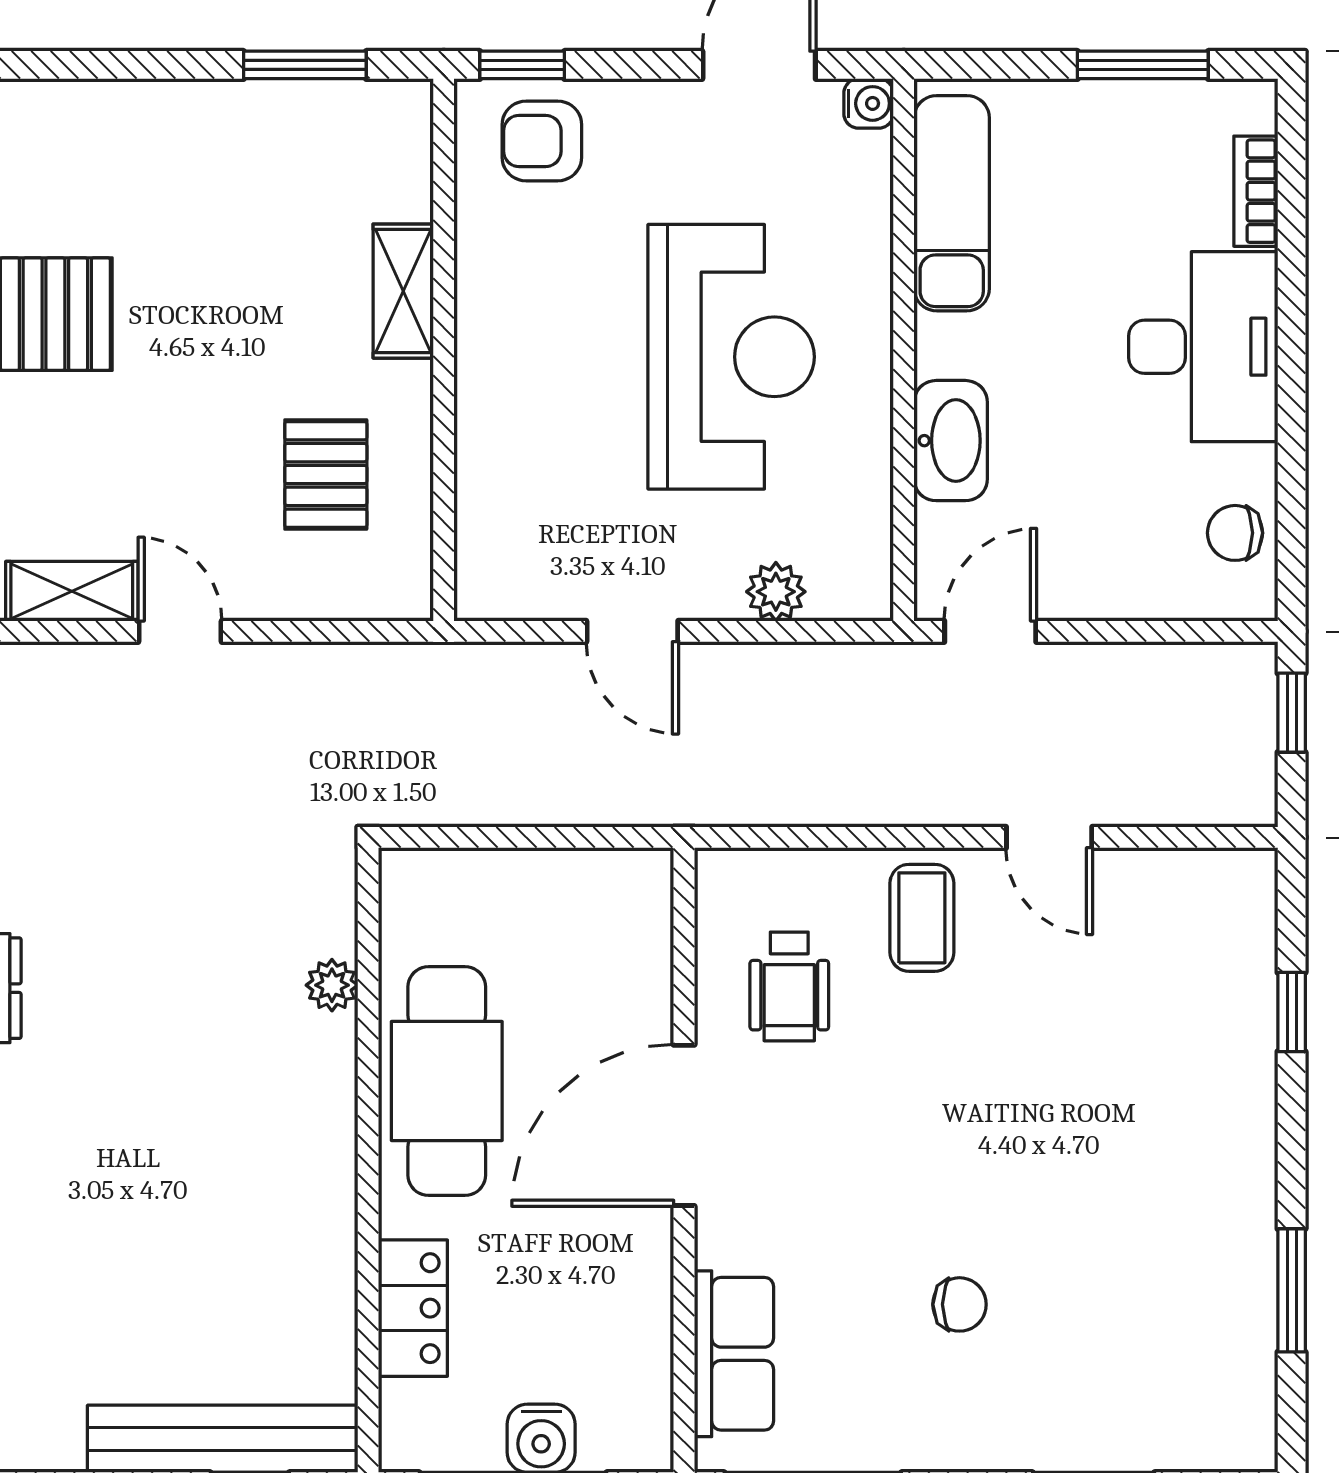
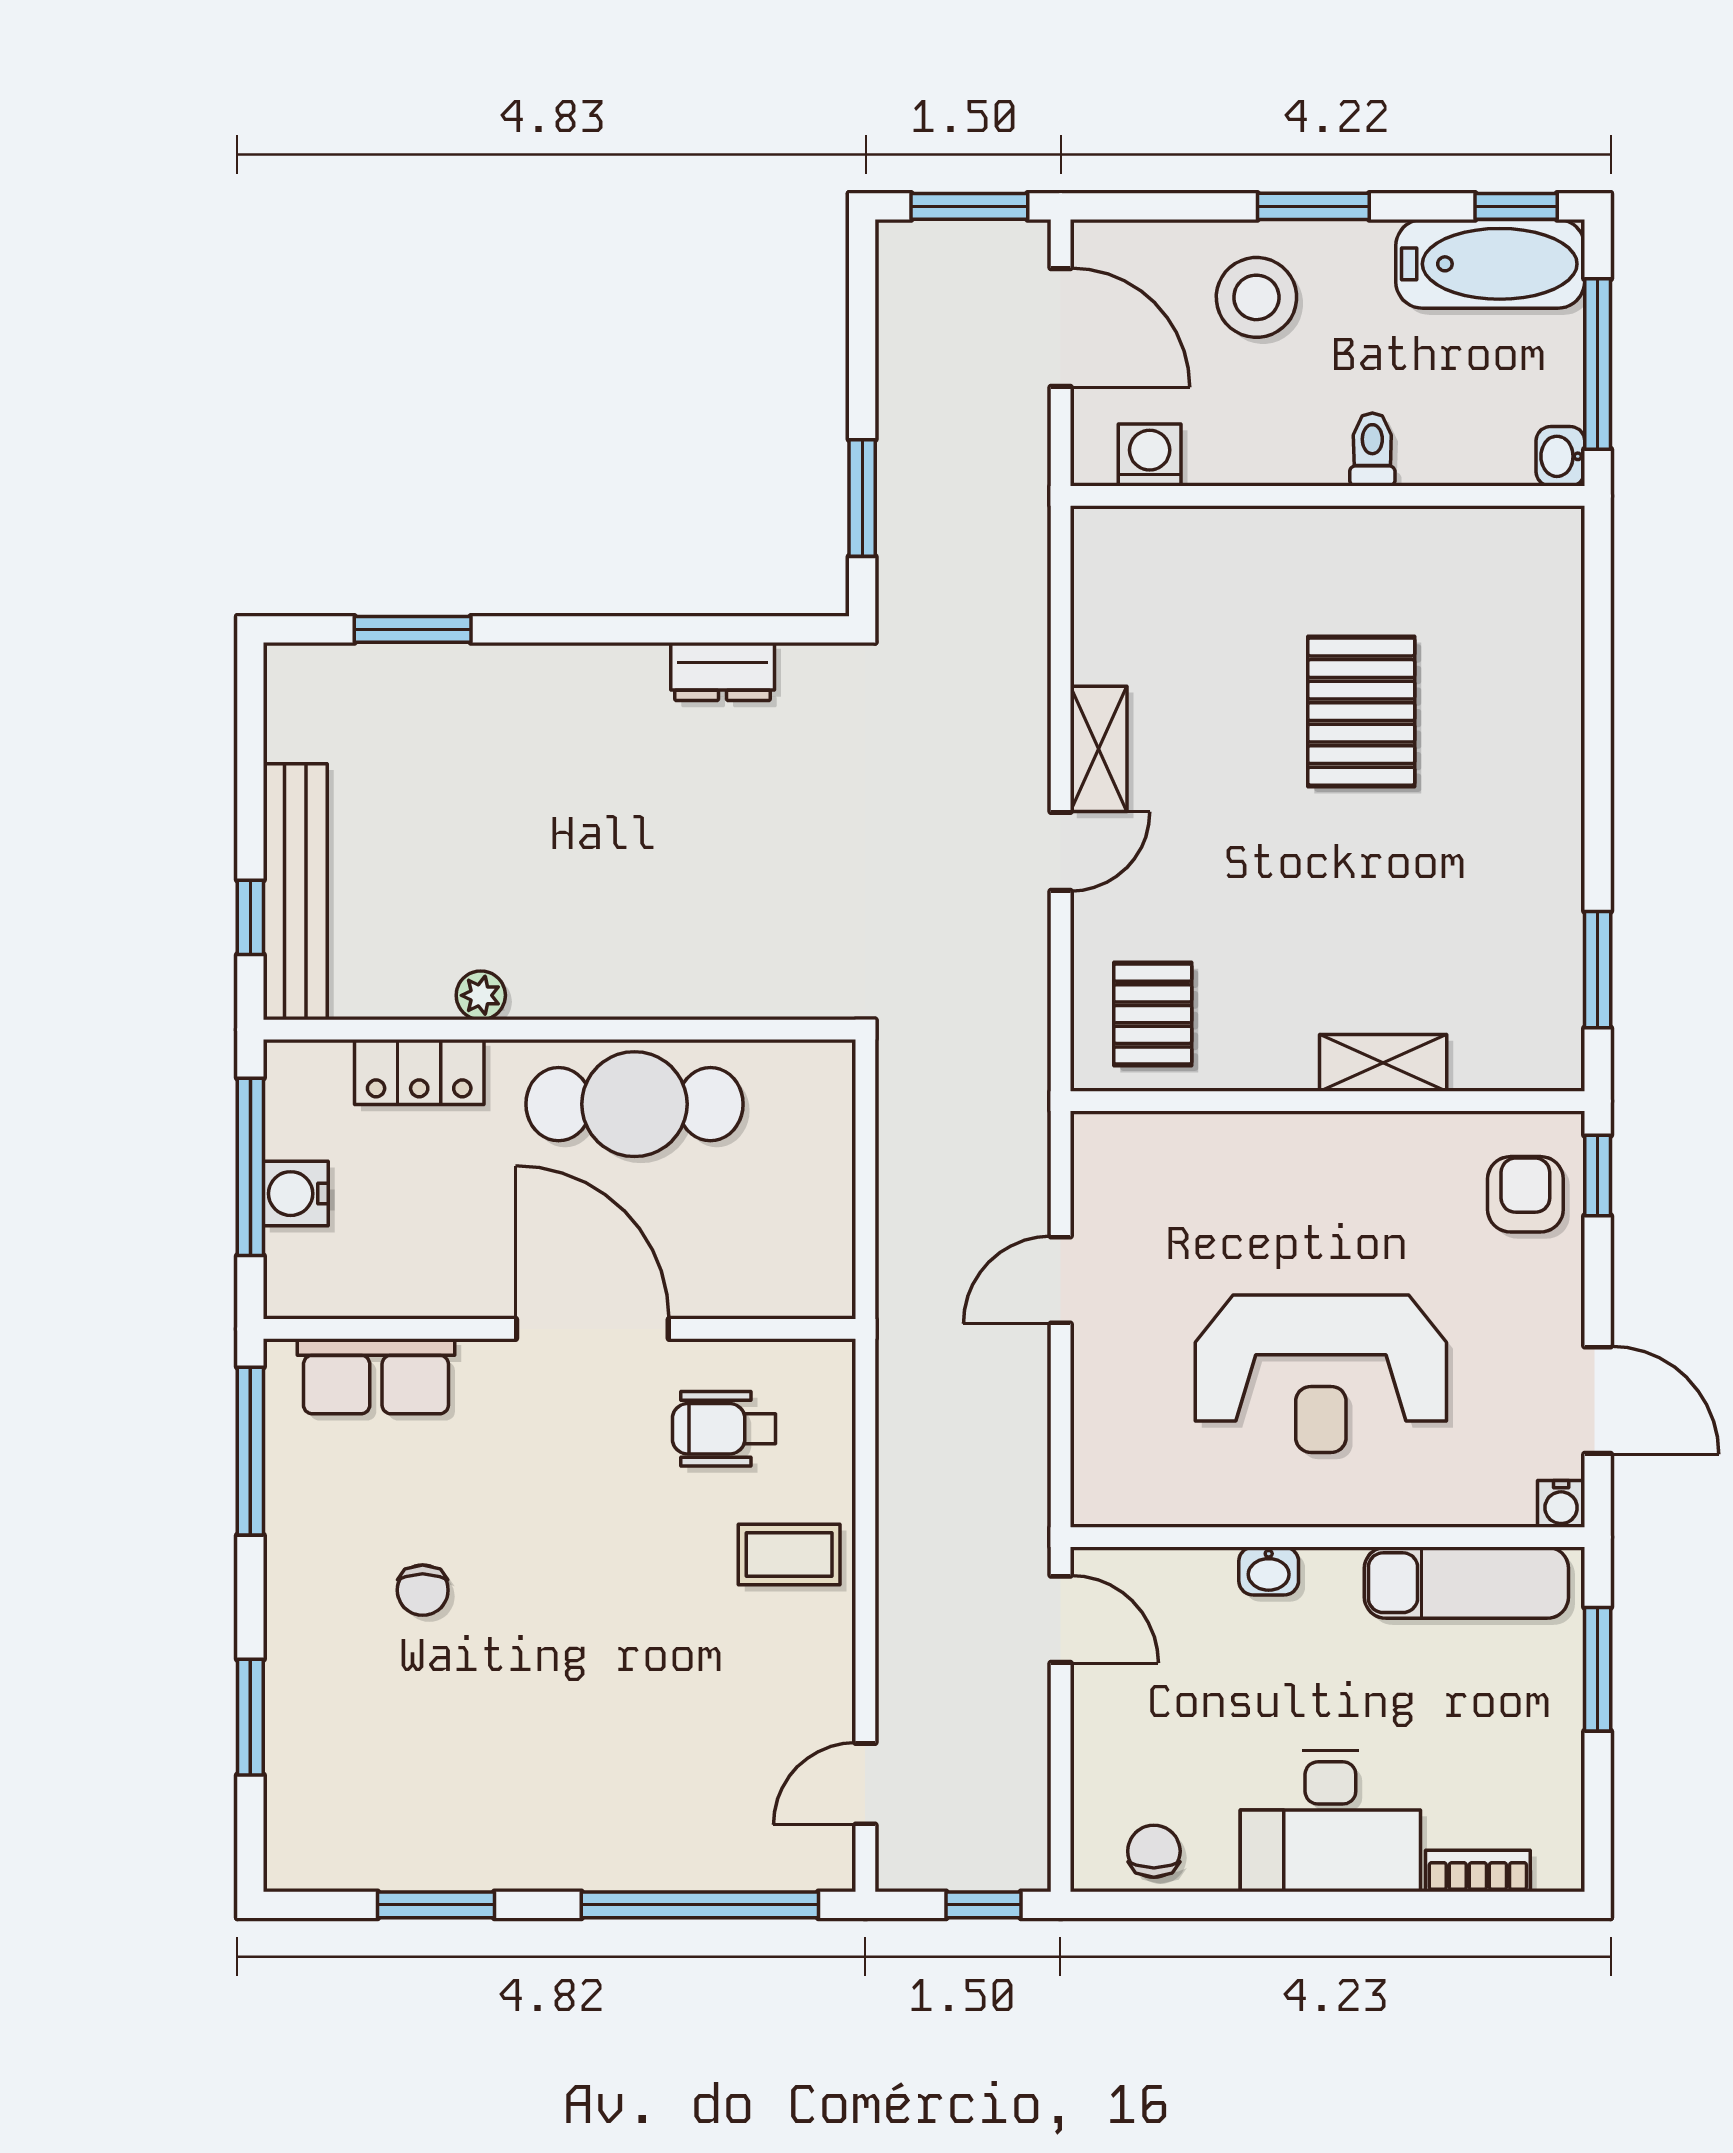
window: (1143, 65) -> (1598, 1669), moved
washbasin: (951, 441) -> (1269, 1571), width x0.52, depth x0.69
pallet: (326, 474) -> (1153, 1014), moved, turned 90
plant: (776, 592) -> (1098, 1416), removed
door: (1049, 837) -> (865, 1784), moved
plant: (332, 985) -> (481, 995), moved
window: (1292, 1012) -> (700, 1905), width x3.17

